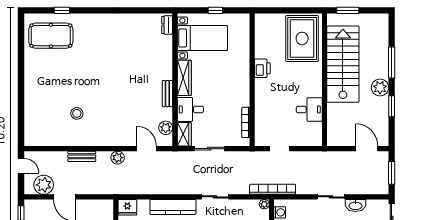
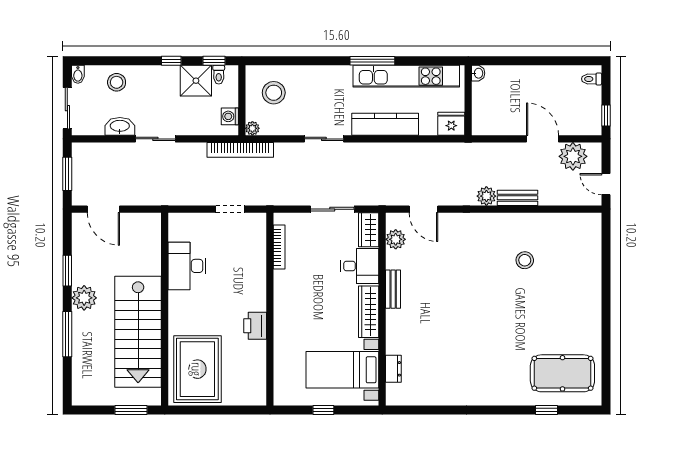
dresser: (167, 25) -> (393, 369), moved
desk: (309, 109) -> (187, 266), width x1.37
plant: (118, 158) -> (486, 196), moved

